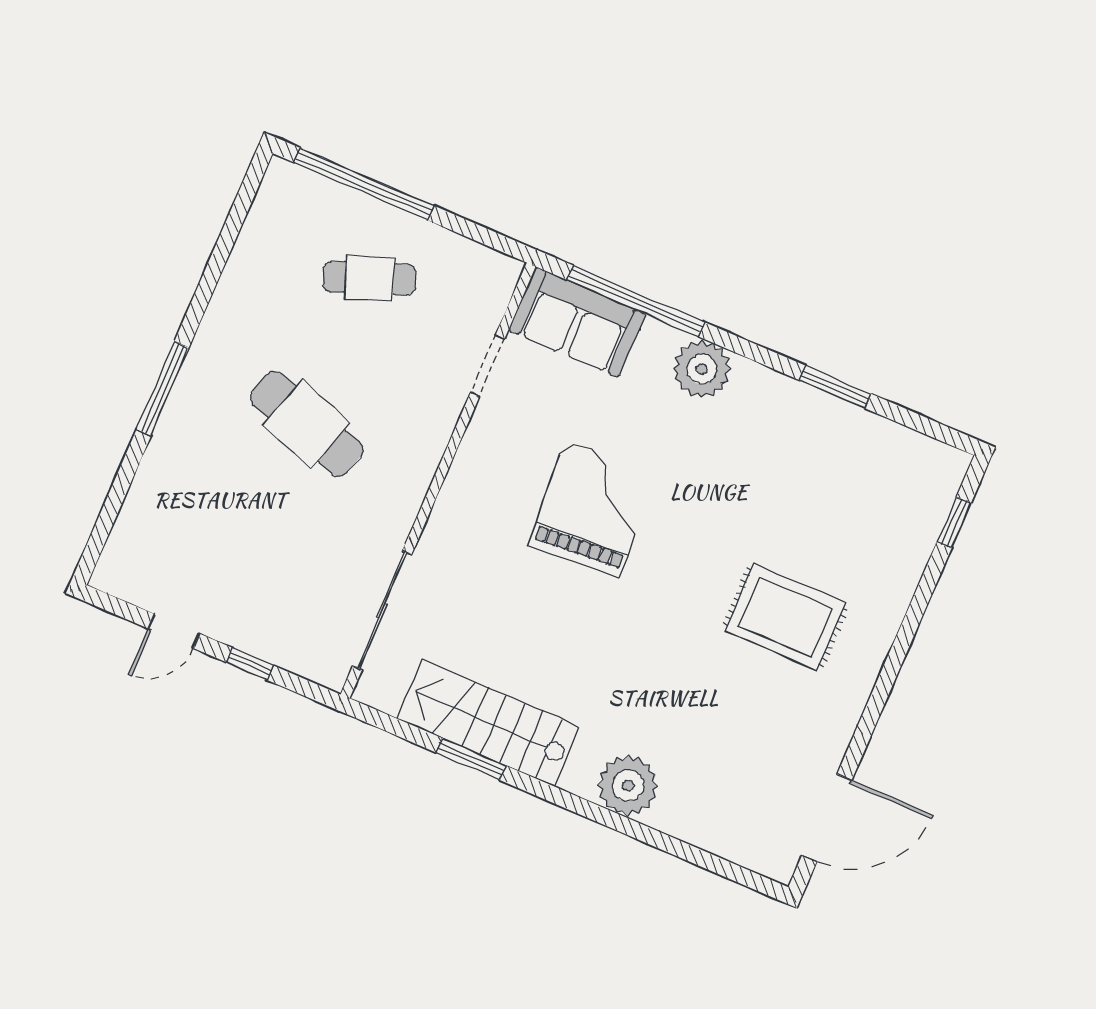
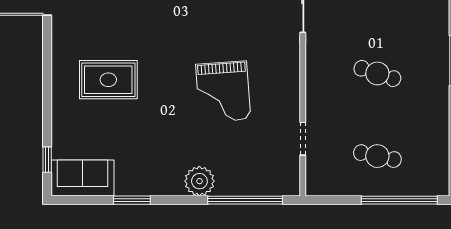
cafe table: (369, 278) -> (377, 156), turned 33
sofa: (577, 322) -> (83, 178), moved
cafe table: (307, 424) -> (377, 73), width x0.73, depth x0.74

